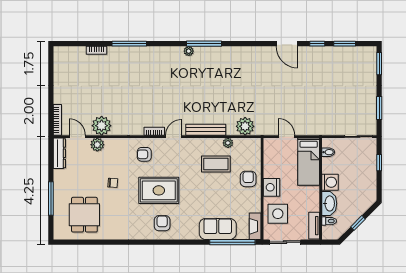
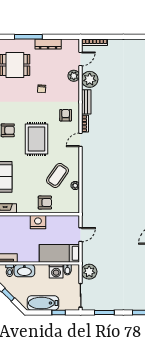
plant: (245, 126) -> (89, 272), moved
bench: (206, 130) -> (86, 102), moved, width x0.73
door: (174, 137) -> (81, 140), swing flipped
dresser: (59, 153) -> (48, 44), moved
coffee table: (216, 164) -> (57, 175), turned 35
bathtub: (368, 181) -> (43, 303), added
washing machine: (330, 182) -> (56, 271), moved
rug: (159, 190) -> (37, 139), moved
side table: (278, 214) -> (16, 227), removed

